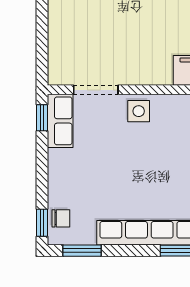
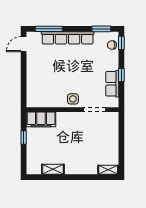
window: (42, 118) -> (121, 75), moved
row of seats: (60, 121) -> (112, 84), moved

